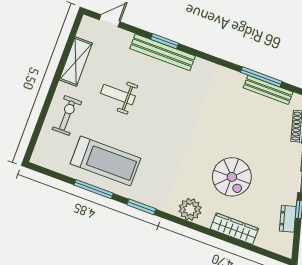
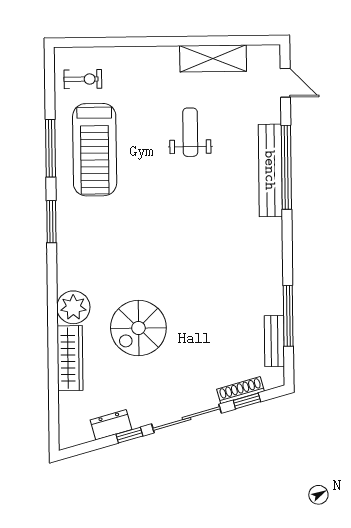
window: (165, 41) -> (286, 167), width x2.11
bench: (268, 90) -> (274, 341), width x0.73
exercise bike: (67, 116) -> (83, 79), moved, width x0.73, depth x0.72
plant: (190, 209) -> (73, 307), moved

